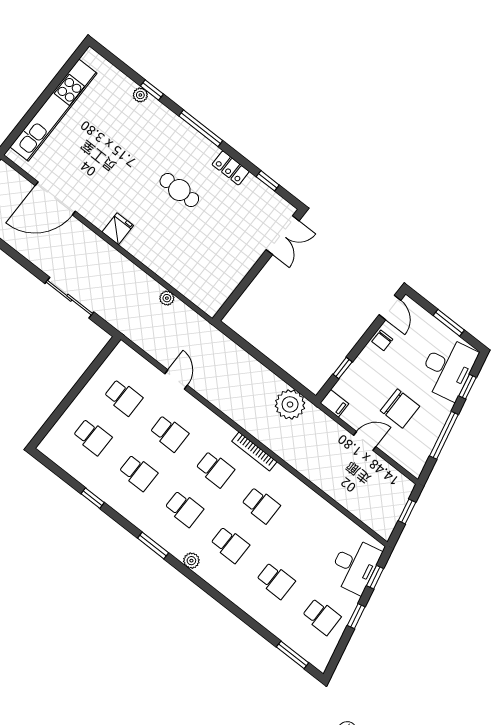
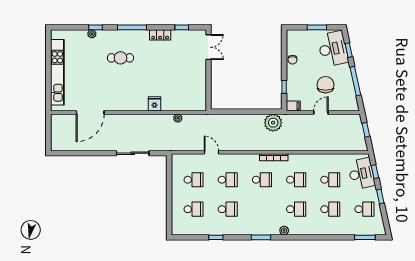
cafe table: (179, 190) -> (120, 58), moved
fridge: (118, 229) -> (154, 104), moved
door: (390, 307) -> (284, 42), removed
chair: (400, 409) -> (325, 85), turned -90
school desk: (184, 509) -> (330, 180), moved

